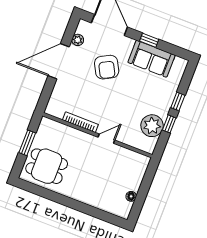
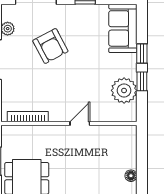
sofa: (152, 59) -> (123, 28), moved, turned 90
bookcase: (80, 122) -> (28, 117), moved

